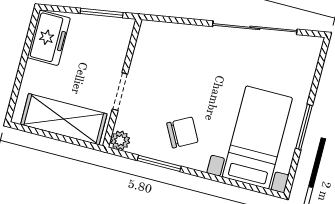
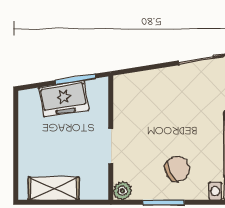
freezer: (49, 38) -> (64, 99), moved, turned 81
shelving: (64, 119) -> (54, 189), width x0.67, depth x0.75

